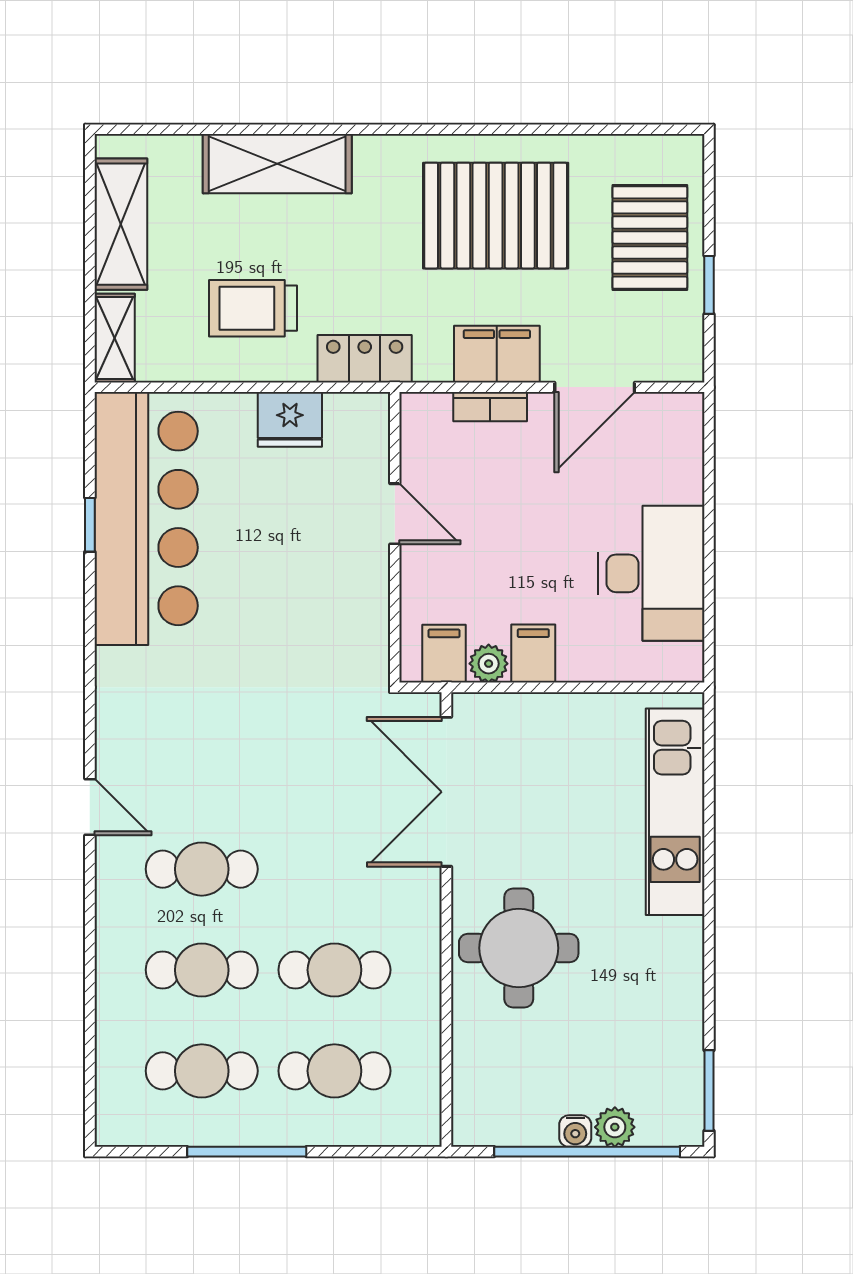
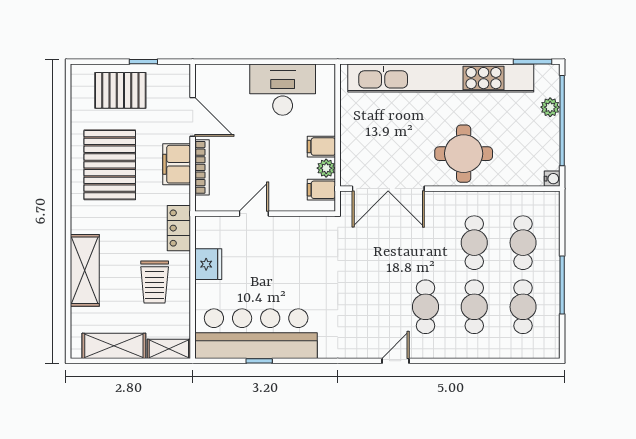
bookcase: (490, 407) -> (202, 167), width x1.56
kitchen unit: (675, 812) -> (441, 78), width x1.86
water cooler: (575, 1131) -> (552, 179), moved

